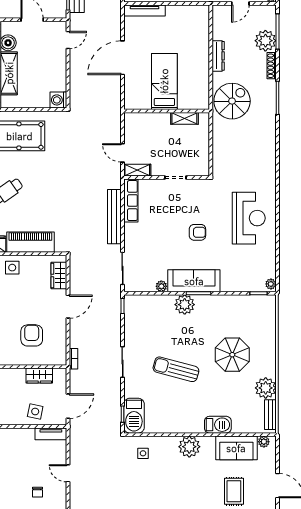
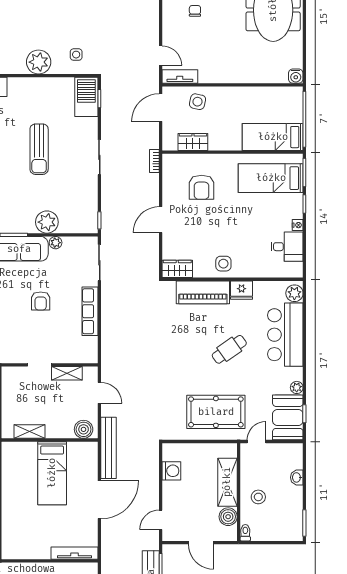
washing machine: (58, 100) -> (171, 471), moved
boiler: (136, 120) -> (84, 429), added
shelving: (137, 170) -> (67, 373), moved
row of seats: (131, 201) -> (90, 311), moved
bench: (114, 217) -> (108, 448), moved
armchair: (197, 232) -> (41, 301), moved, turned -90
wardrobe: (59, 276) -> (177, 269), moved, turned -90
plant: (185, 305) -> (47, 222), moved
sun lounger: (176, 369) -> (39, 149), turned 75
plant: (189, 447) -> (39, 62), moved
door: (68, 473) -> (161, 56), moved

